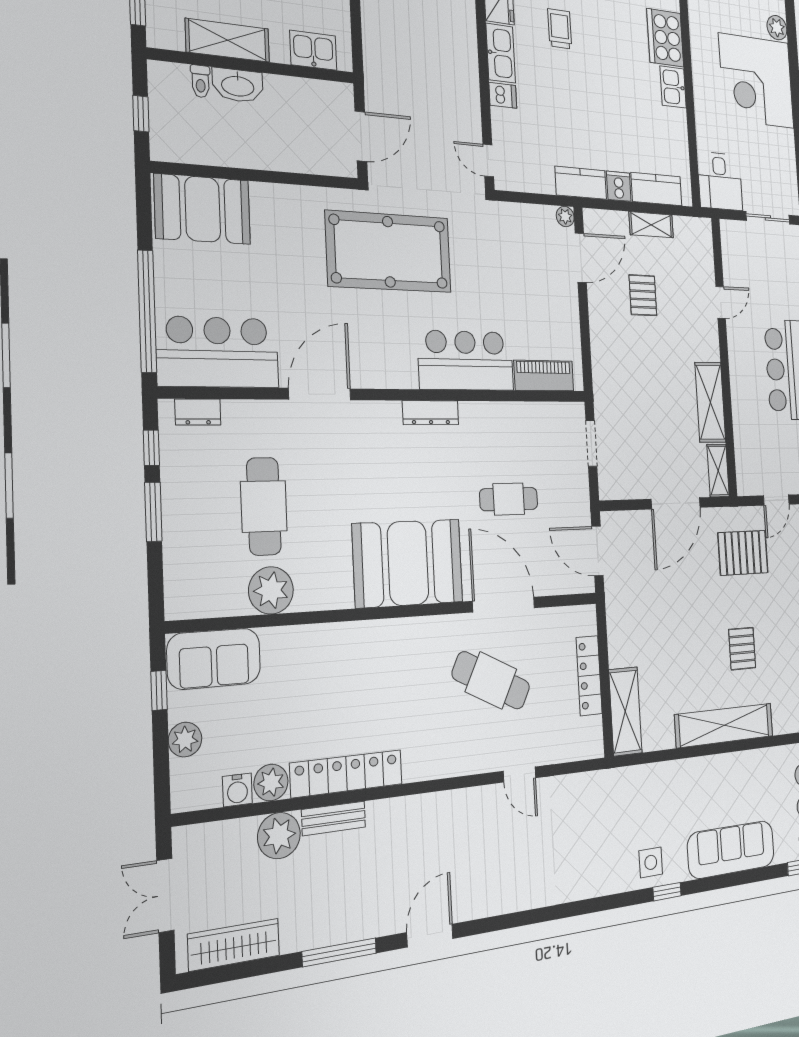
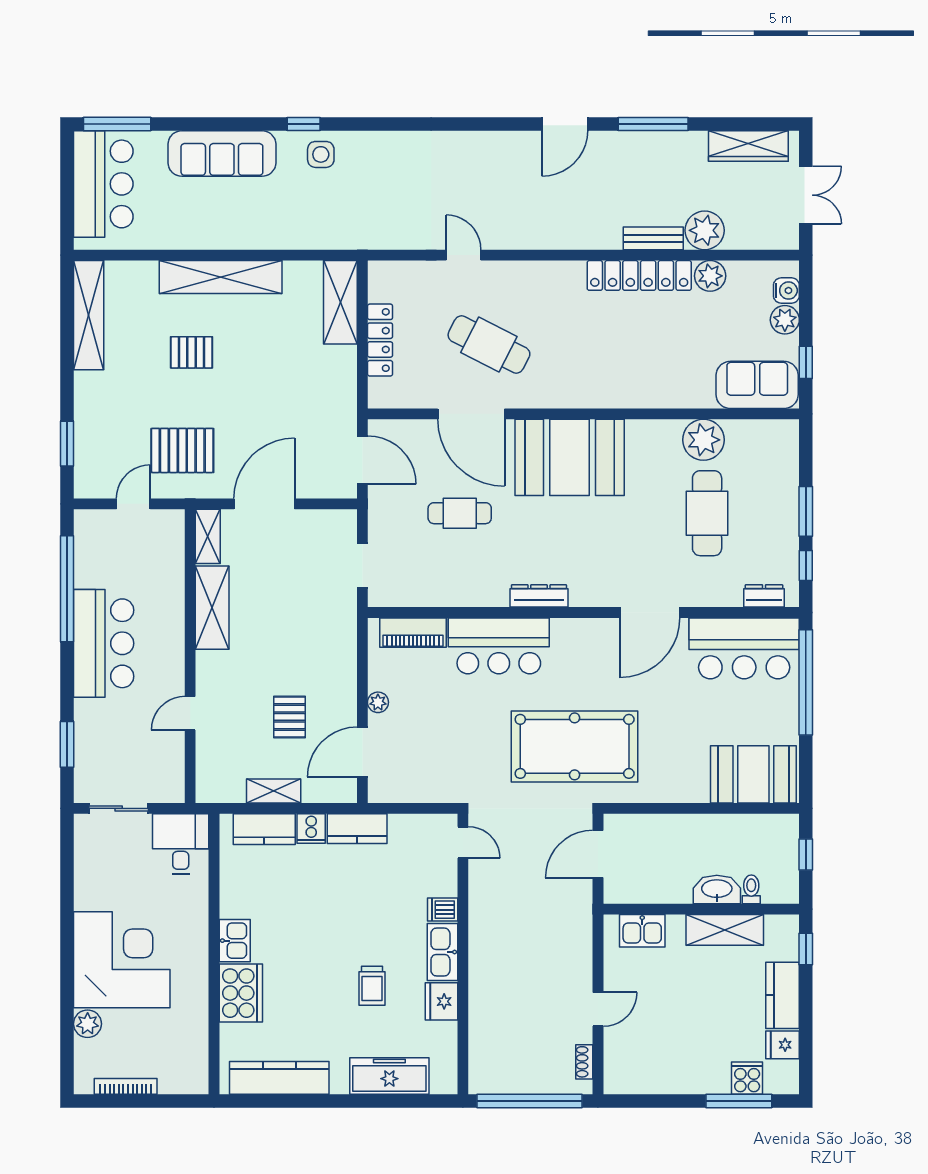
plant: (565, 216) -> (378, 702), moved
pallet: (742, 649) -> (191, 352), turned 90
water cooler: (237, 790) -> (786, 291), moved, turned 90

